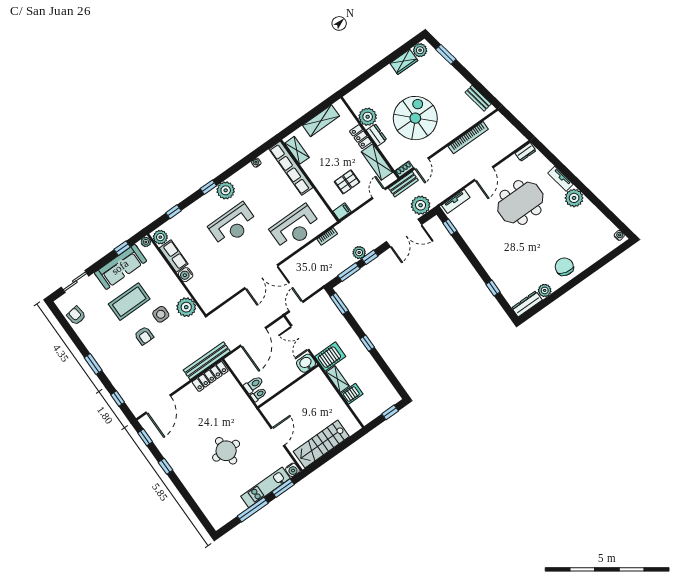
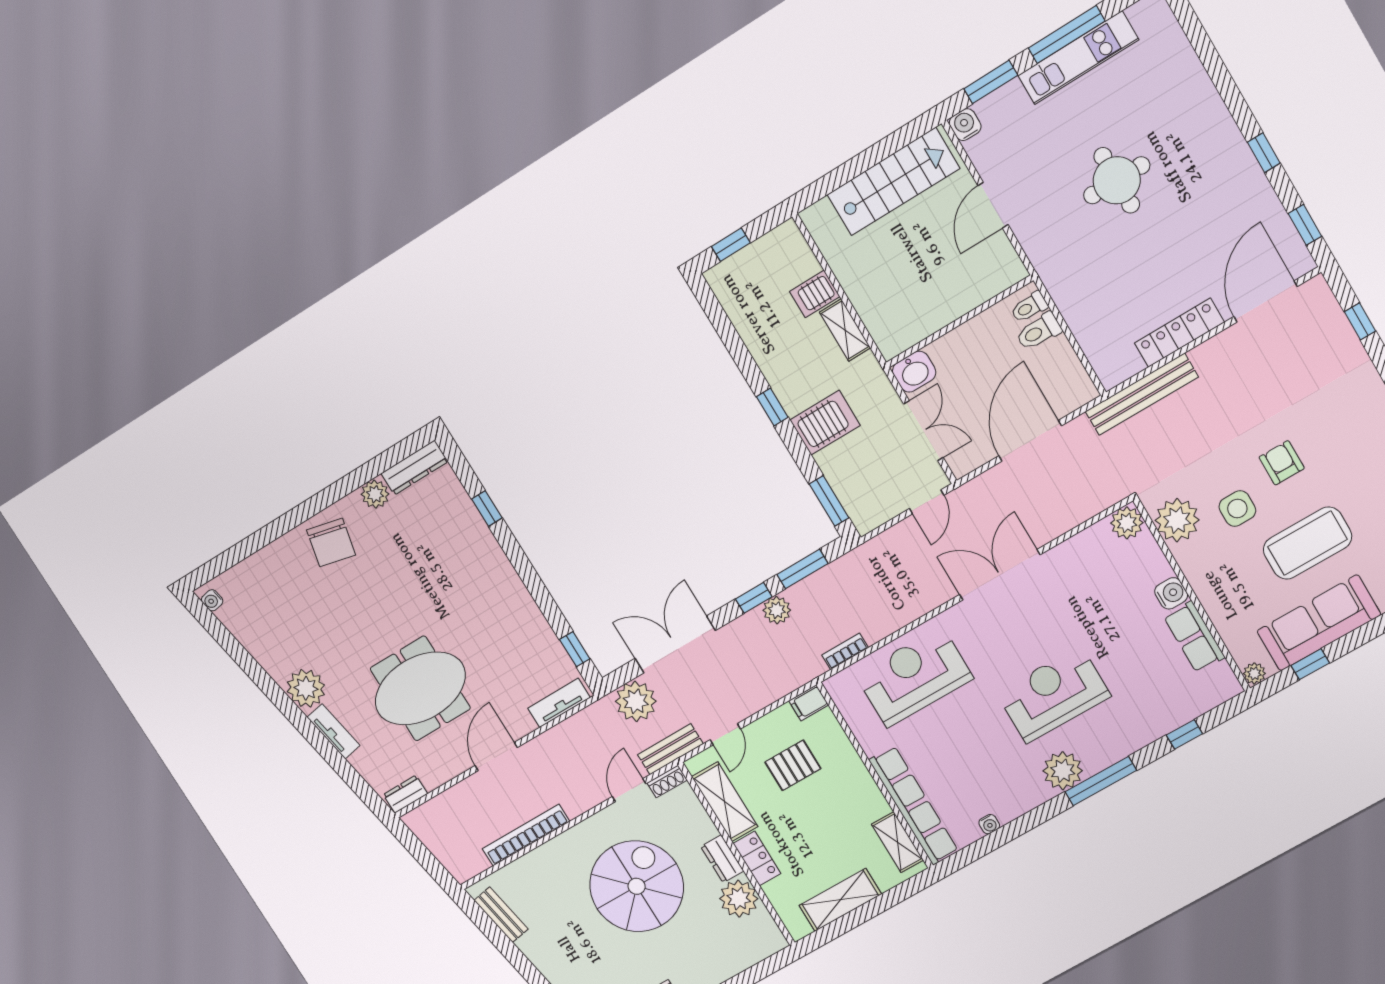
spiral stairs: (415, 118) -> (637, 886), turned 180
window: (208, 187) -> (1101, 781), width x2.17
plant: (160, 237) -> (1127, 523), moved
server rack: (330, 357) -> (825, 423), moved, turned 180
locker: (210, 376) -> (1179, 333), moved
kitchen unit: (265, 487) -> (1078, 58), moved

